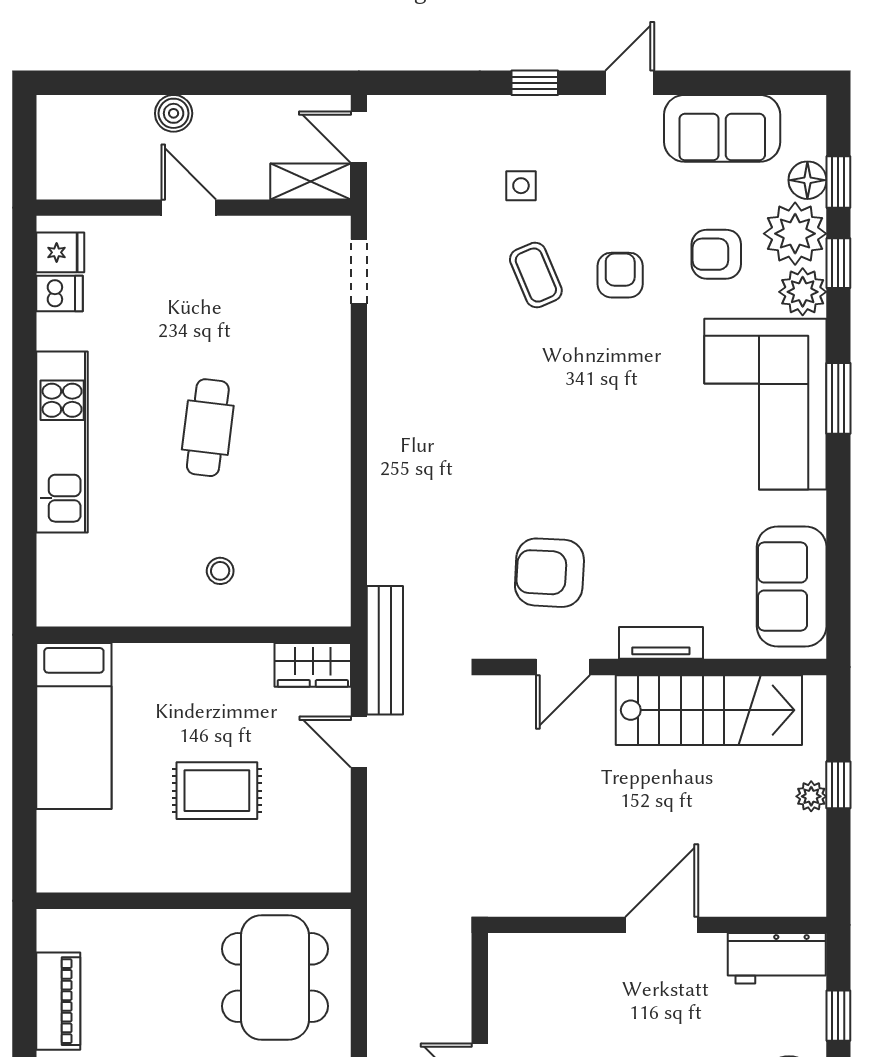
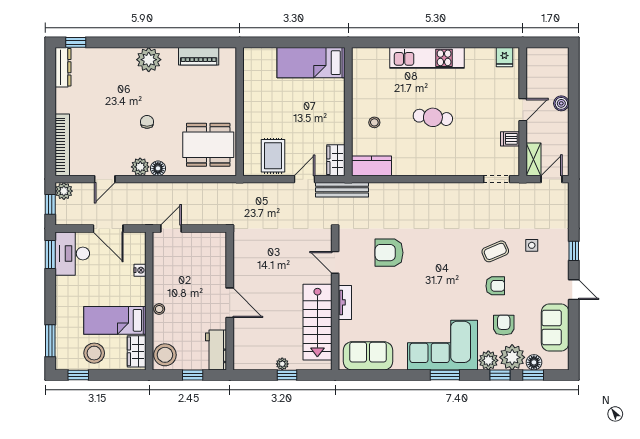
dishwasher: (60, 294) -> (510, 139), moved, turned 90
armchair: (549, 573) -> (389, 253), moved, turned -93
kitchen counter: (326, 578) -> (372, 166), added
rug: (217, 791) -> (273, 156), moved

